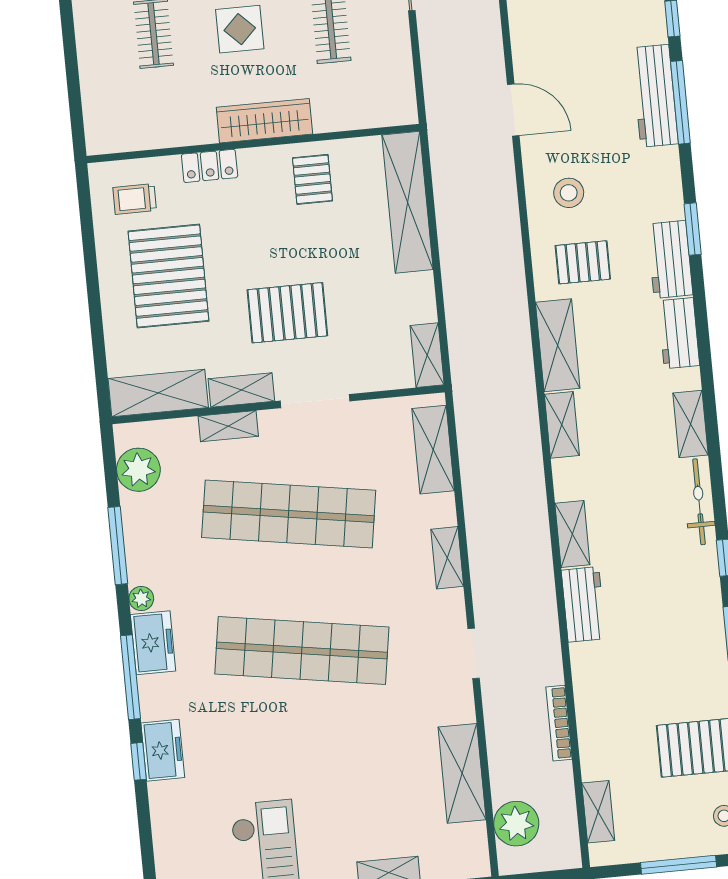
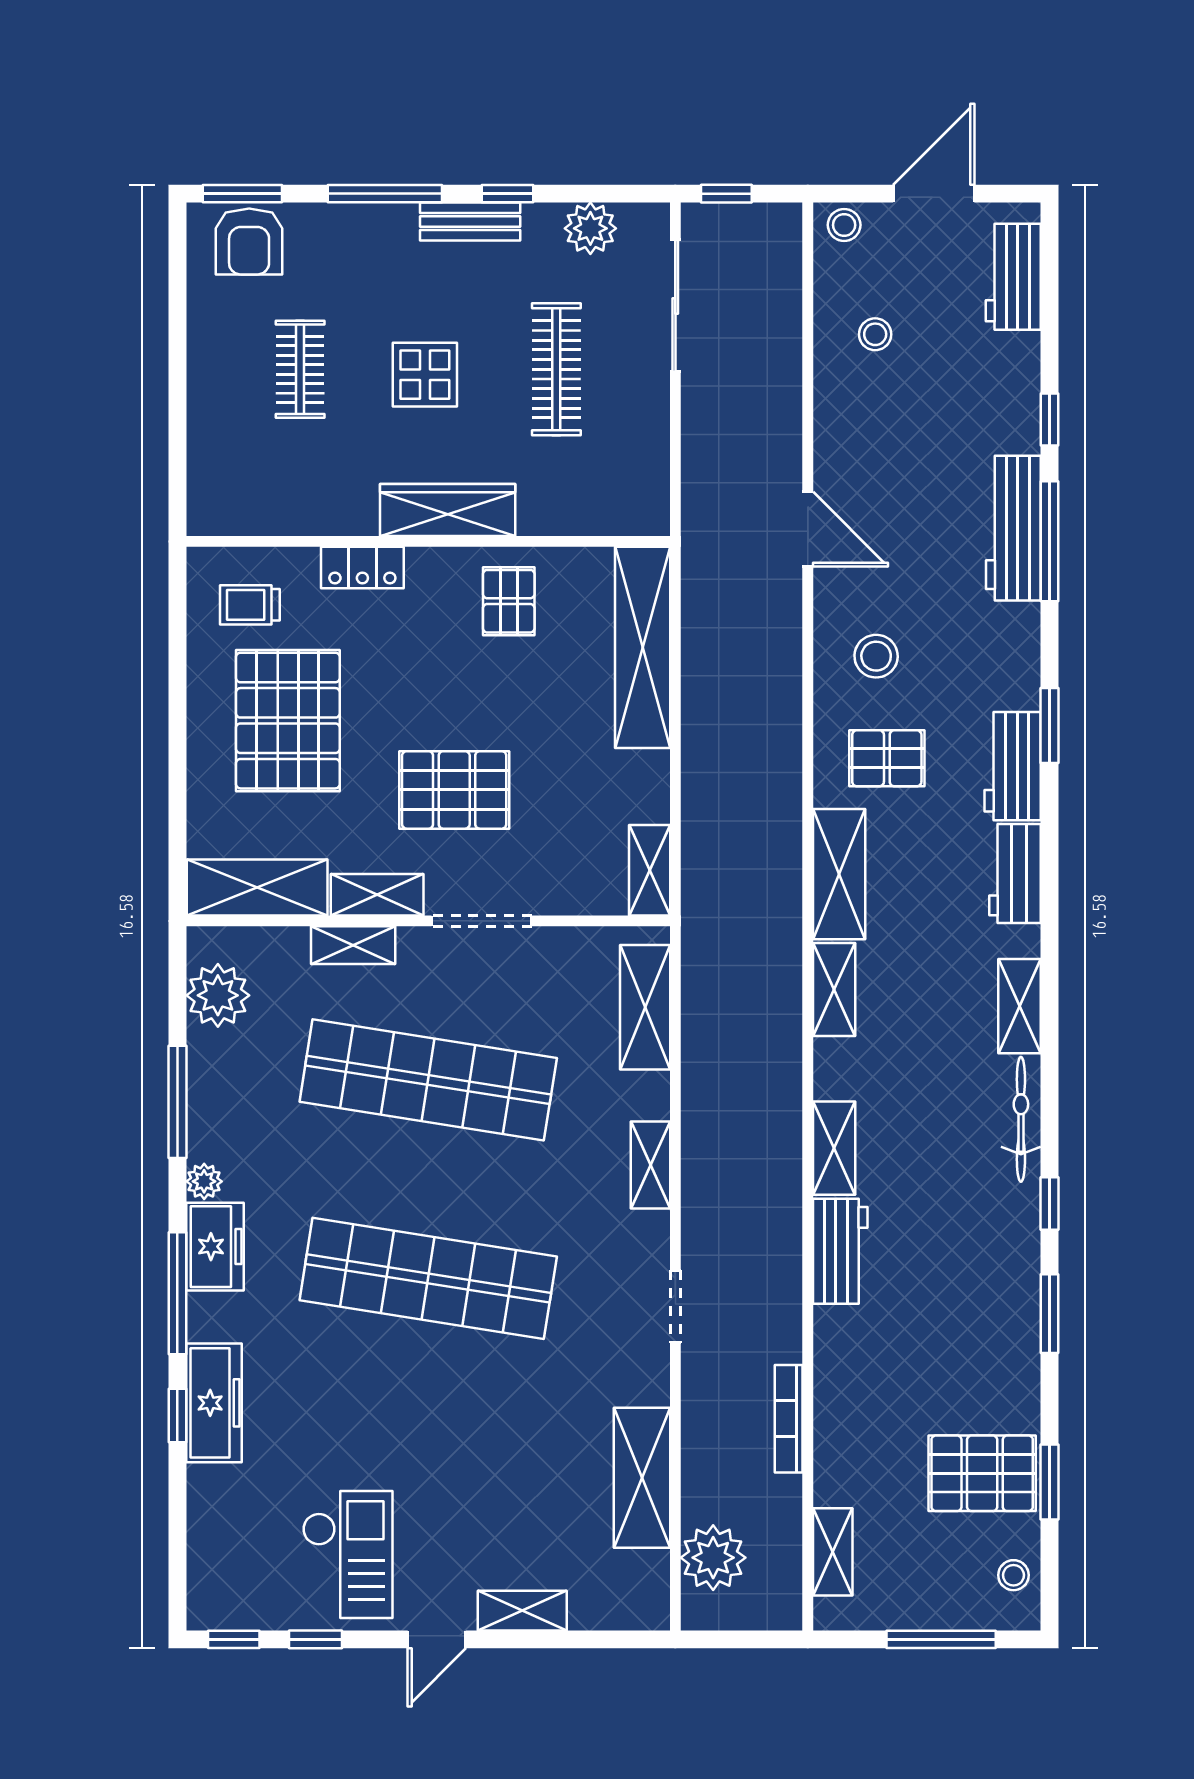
freezer: (163, 750) -> (214, 1403), width x1.40

